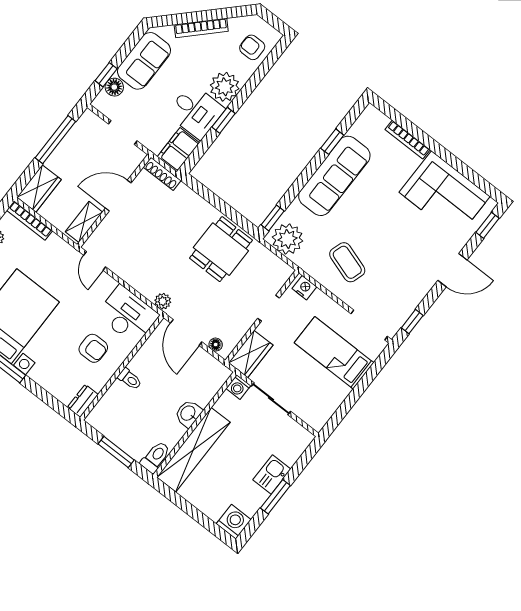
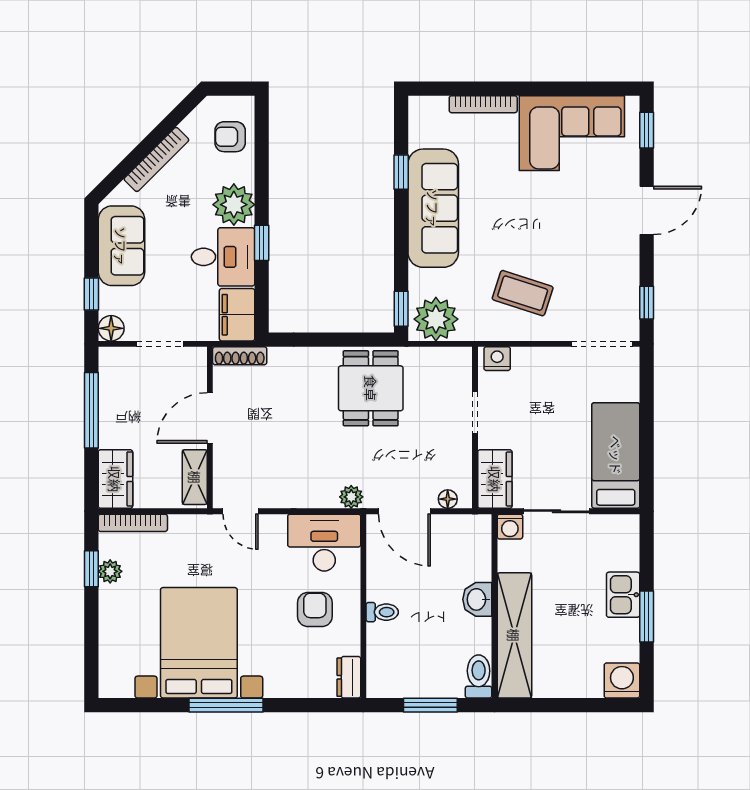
floor lamp: (114, 87) -> (111, 328), moved
armchair: (93, 348) -> (315, 610), turned -90
bed: (334, 353) -> (616, 455), moved, turned 90

